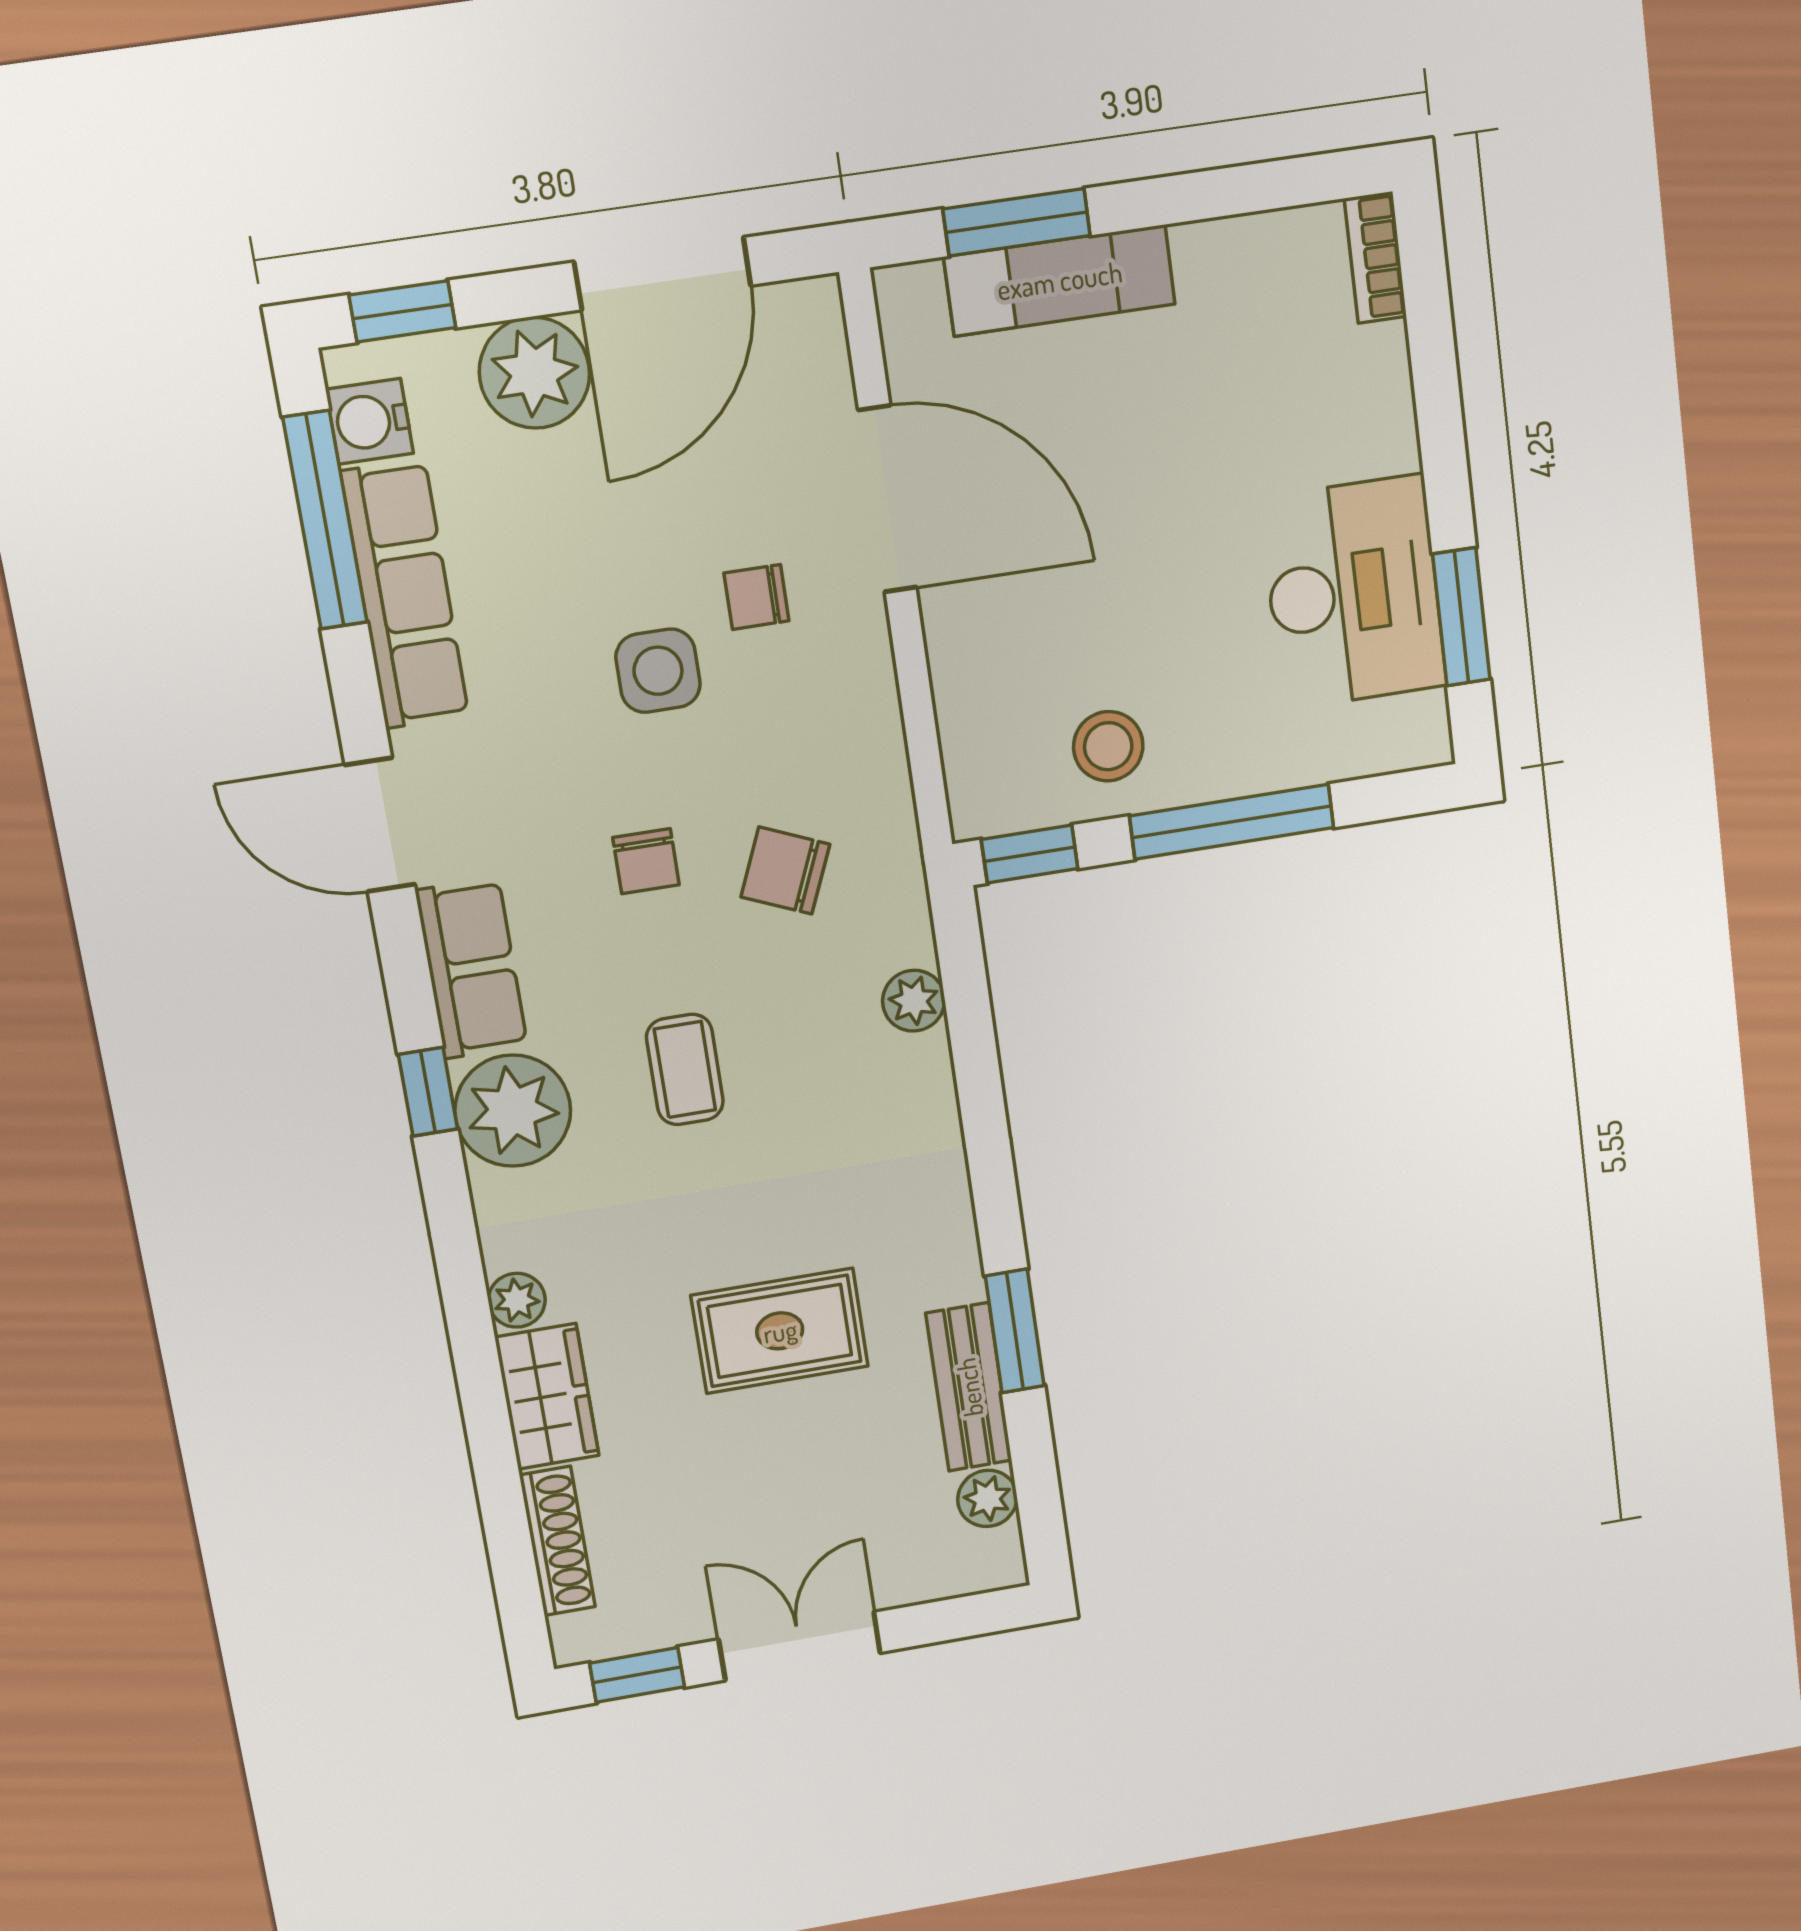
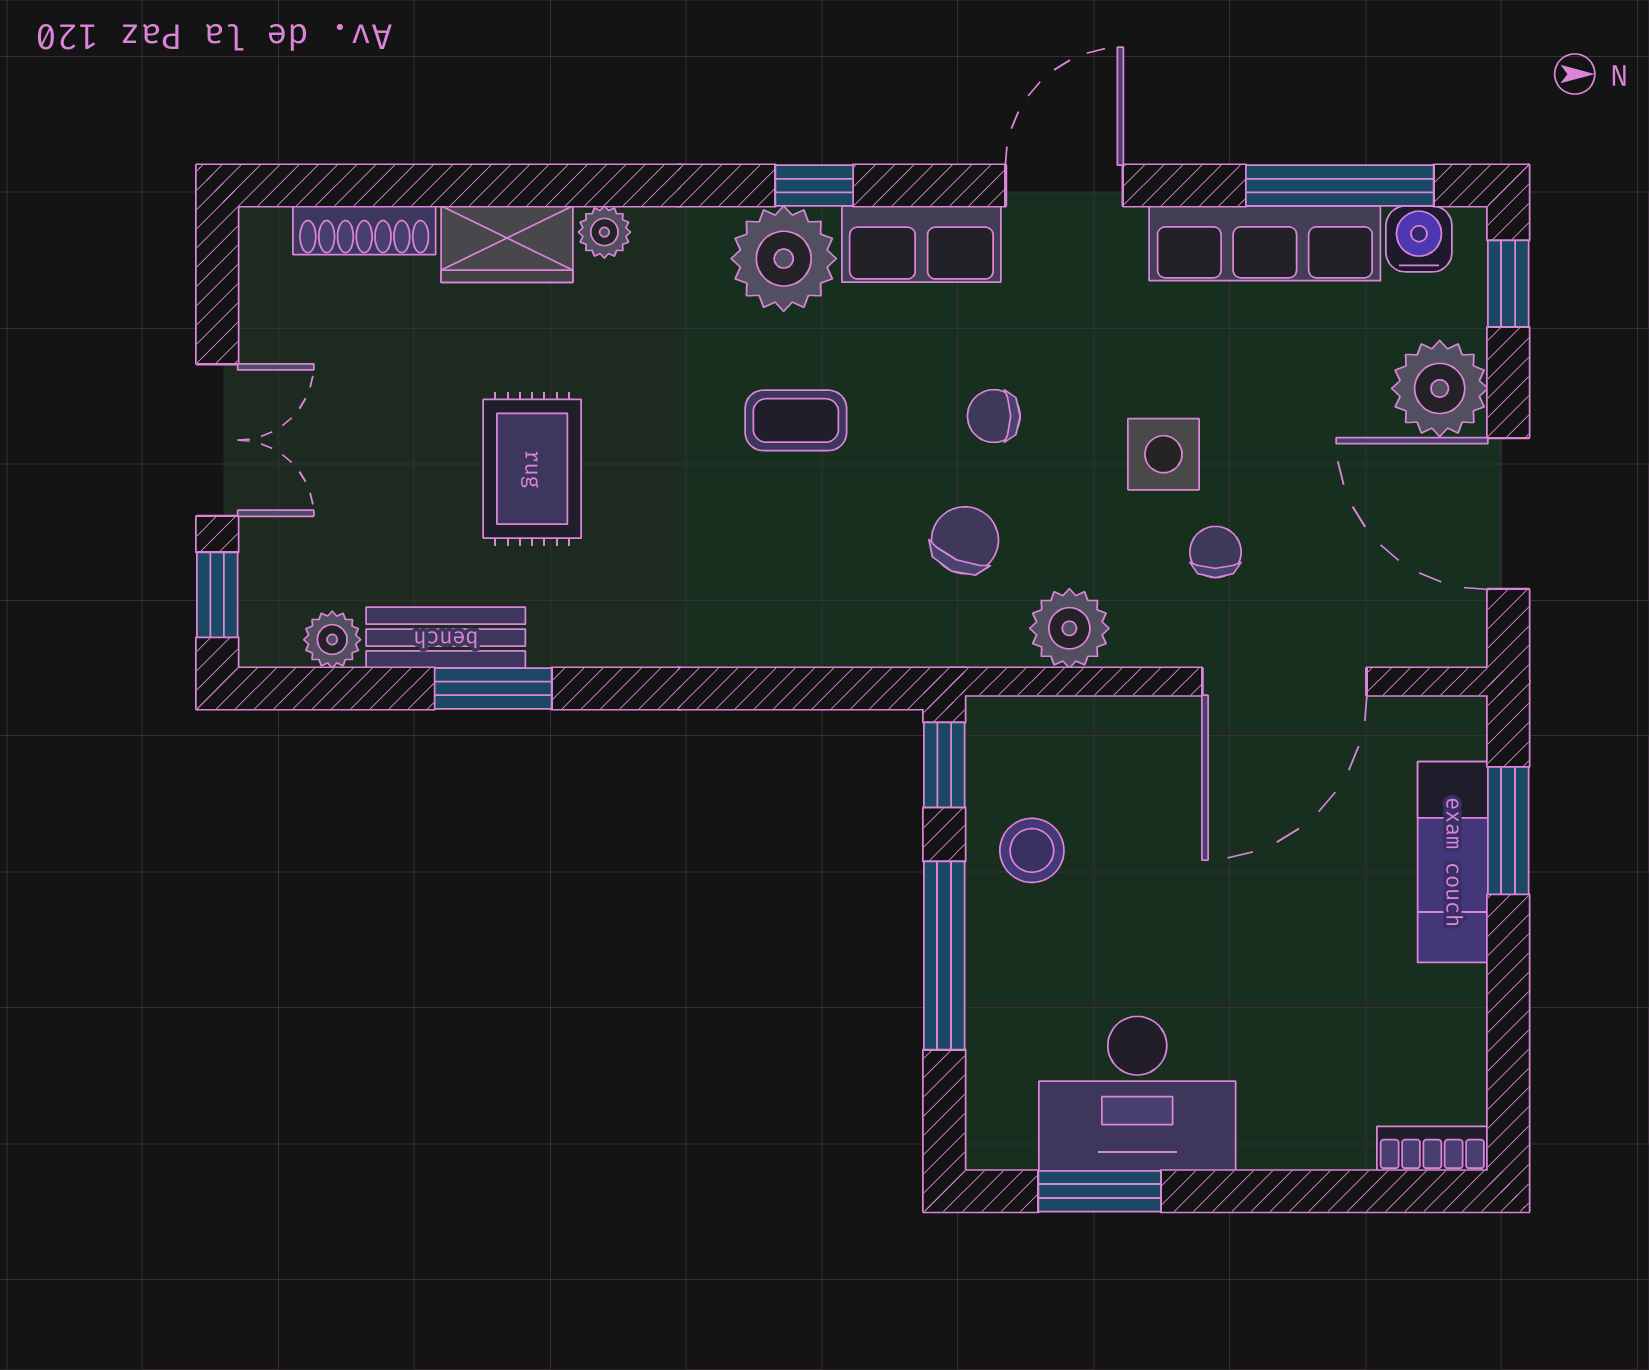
plant: (914, 1001) -> (1069, 628), moved, width x1.38, depth x1.38
window: (637, 1675) -> (217, 595), moved

